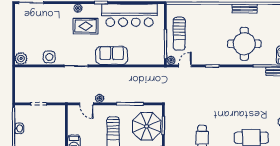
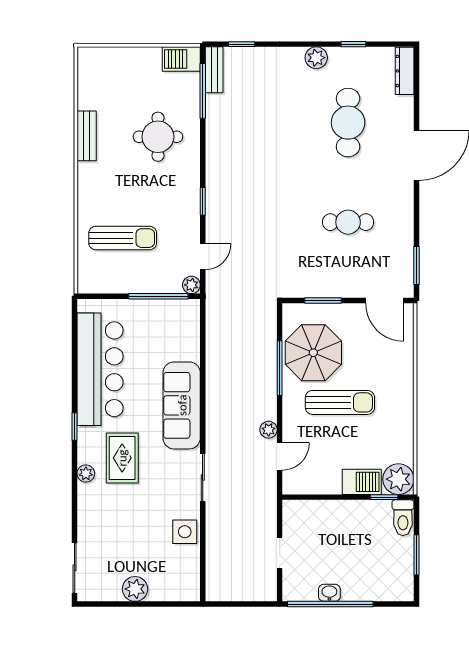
sun lounger: (179, 34) -> (123, 238), moved
round table: (244, 44) -> (158, 137), width x0.73, depth x0.73
sofa: (112, 55) -> (182, 405), width x1.36
plant: (21, 58) -> (135, 589), moved
door: (185, 66) -> (203, 257), swing flipped
parasol: (147, 126) -> (313, 353), moved

